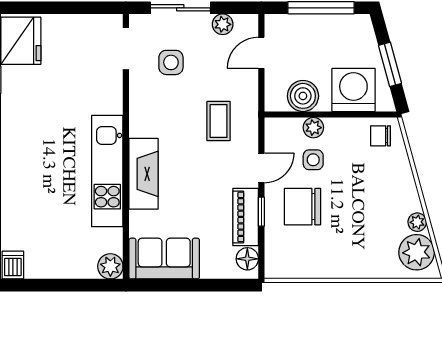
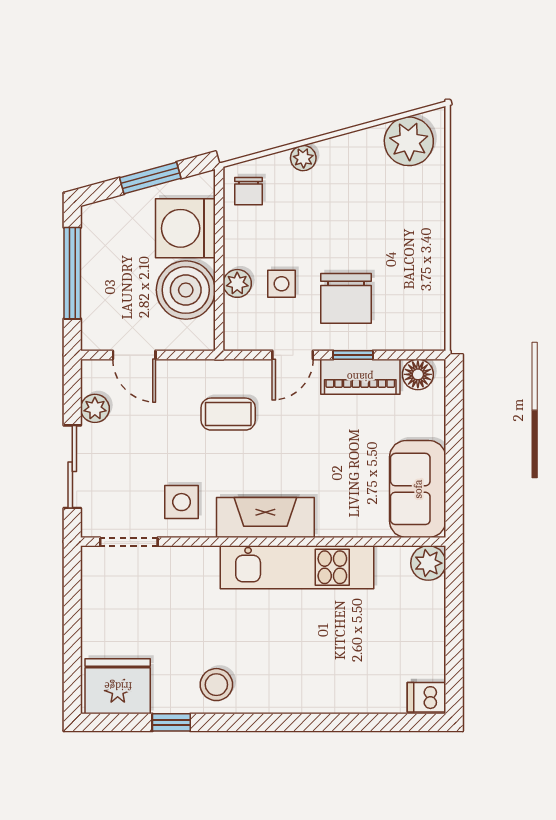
side table: (171, 62) -> (182, 502), moved
boiler: (303, 96) -> (186, 290), width x1.37, depth x1.37
stool: (22, 112) -> (216, 685), added
door: (261, 168) -> (293, 355), swing flipped
fireplace: (143, 174) -> (265, 517), moved
plant: (417, 222) -> (303, 158), moved

